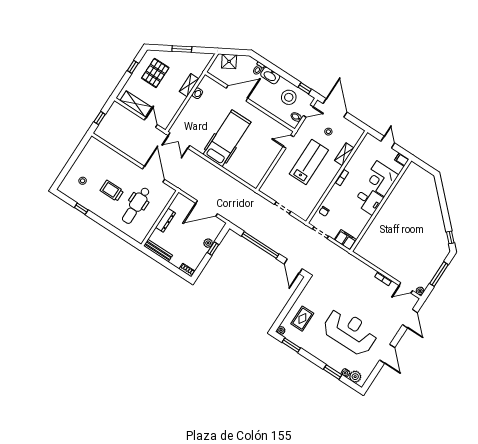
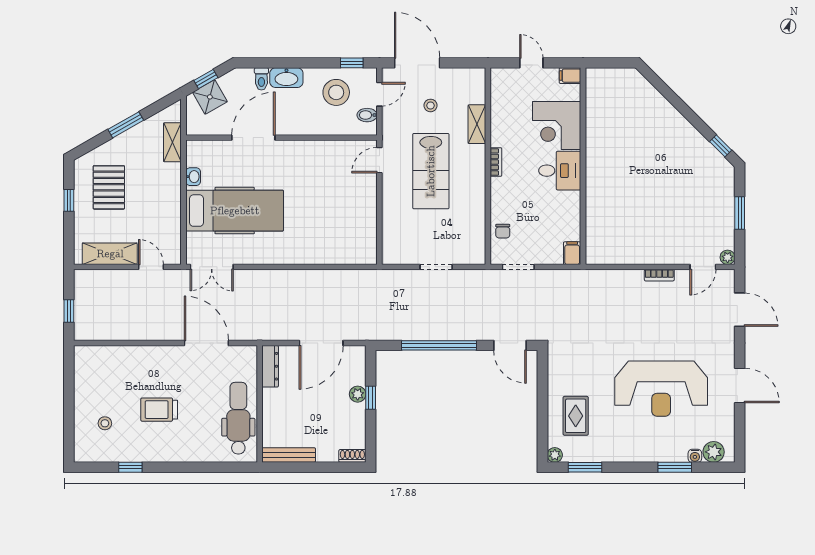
window: (233, 52) -> (206, 79), added
shelving: (189, 85) -> (172, 142), moved
hospital bed: (227, 138) -> (235, 211), moved, turned 90
lab bench: (309, 162) -> (431, 171), turned 180
dental chair: (136, 205) -> (238, 418), moved, turned 180
dresser: (166, 220) -> (270, 366), moved
filing cabinet: (346, 240) -> (572, 253), width x0.50
window: (439, 274) -> (740, 213), width x0.69
reception desk: (350, 332) -> (661, 389), turned 180

